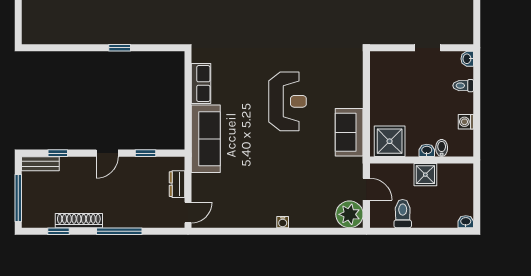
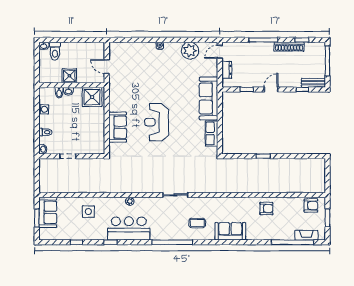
sofa: (349, 132) -> (118, 127), moved
plant: (349, 214) -> (190, 51), moved
toilet: (403, 214) -> (55, 51), moved

